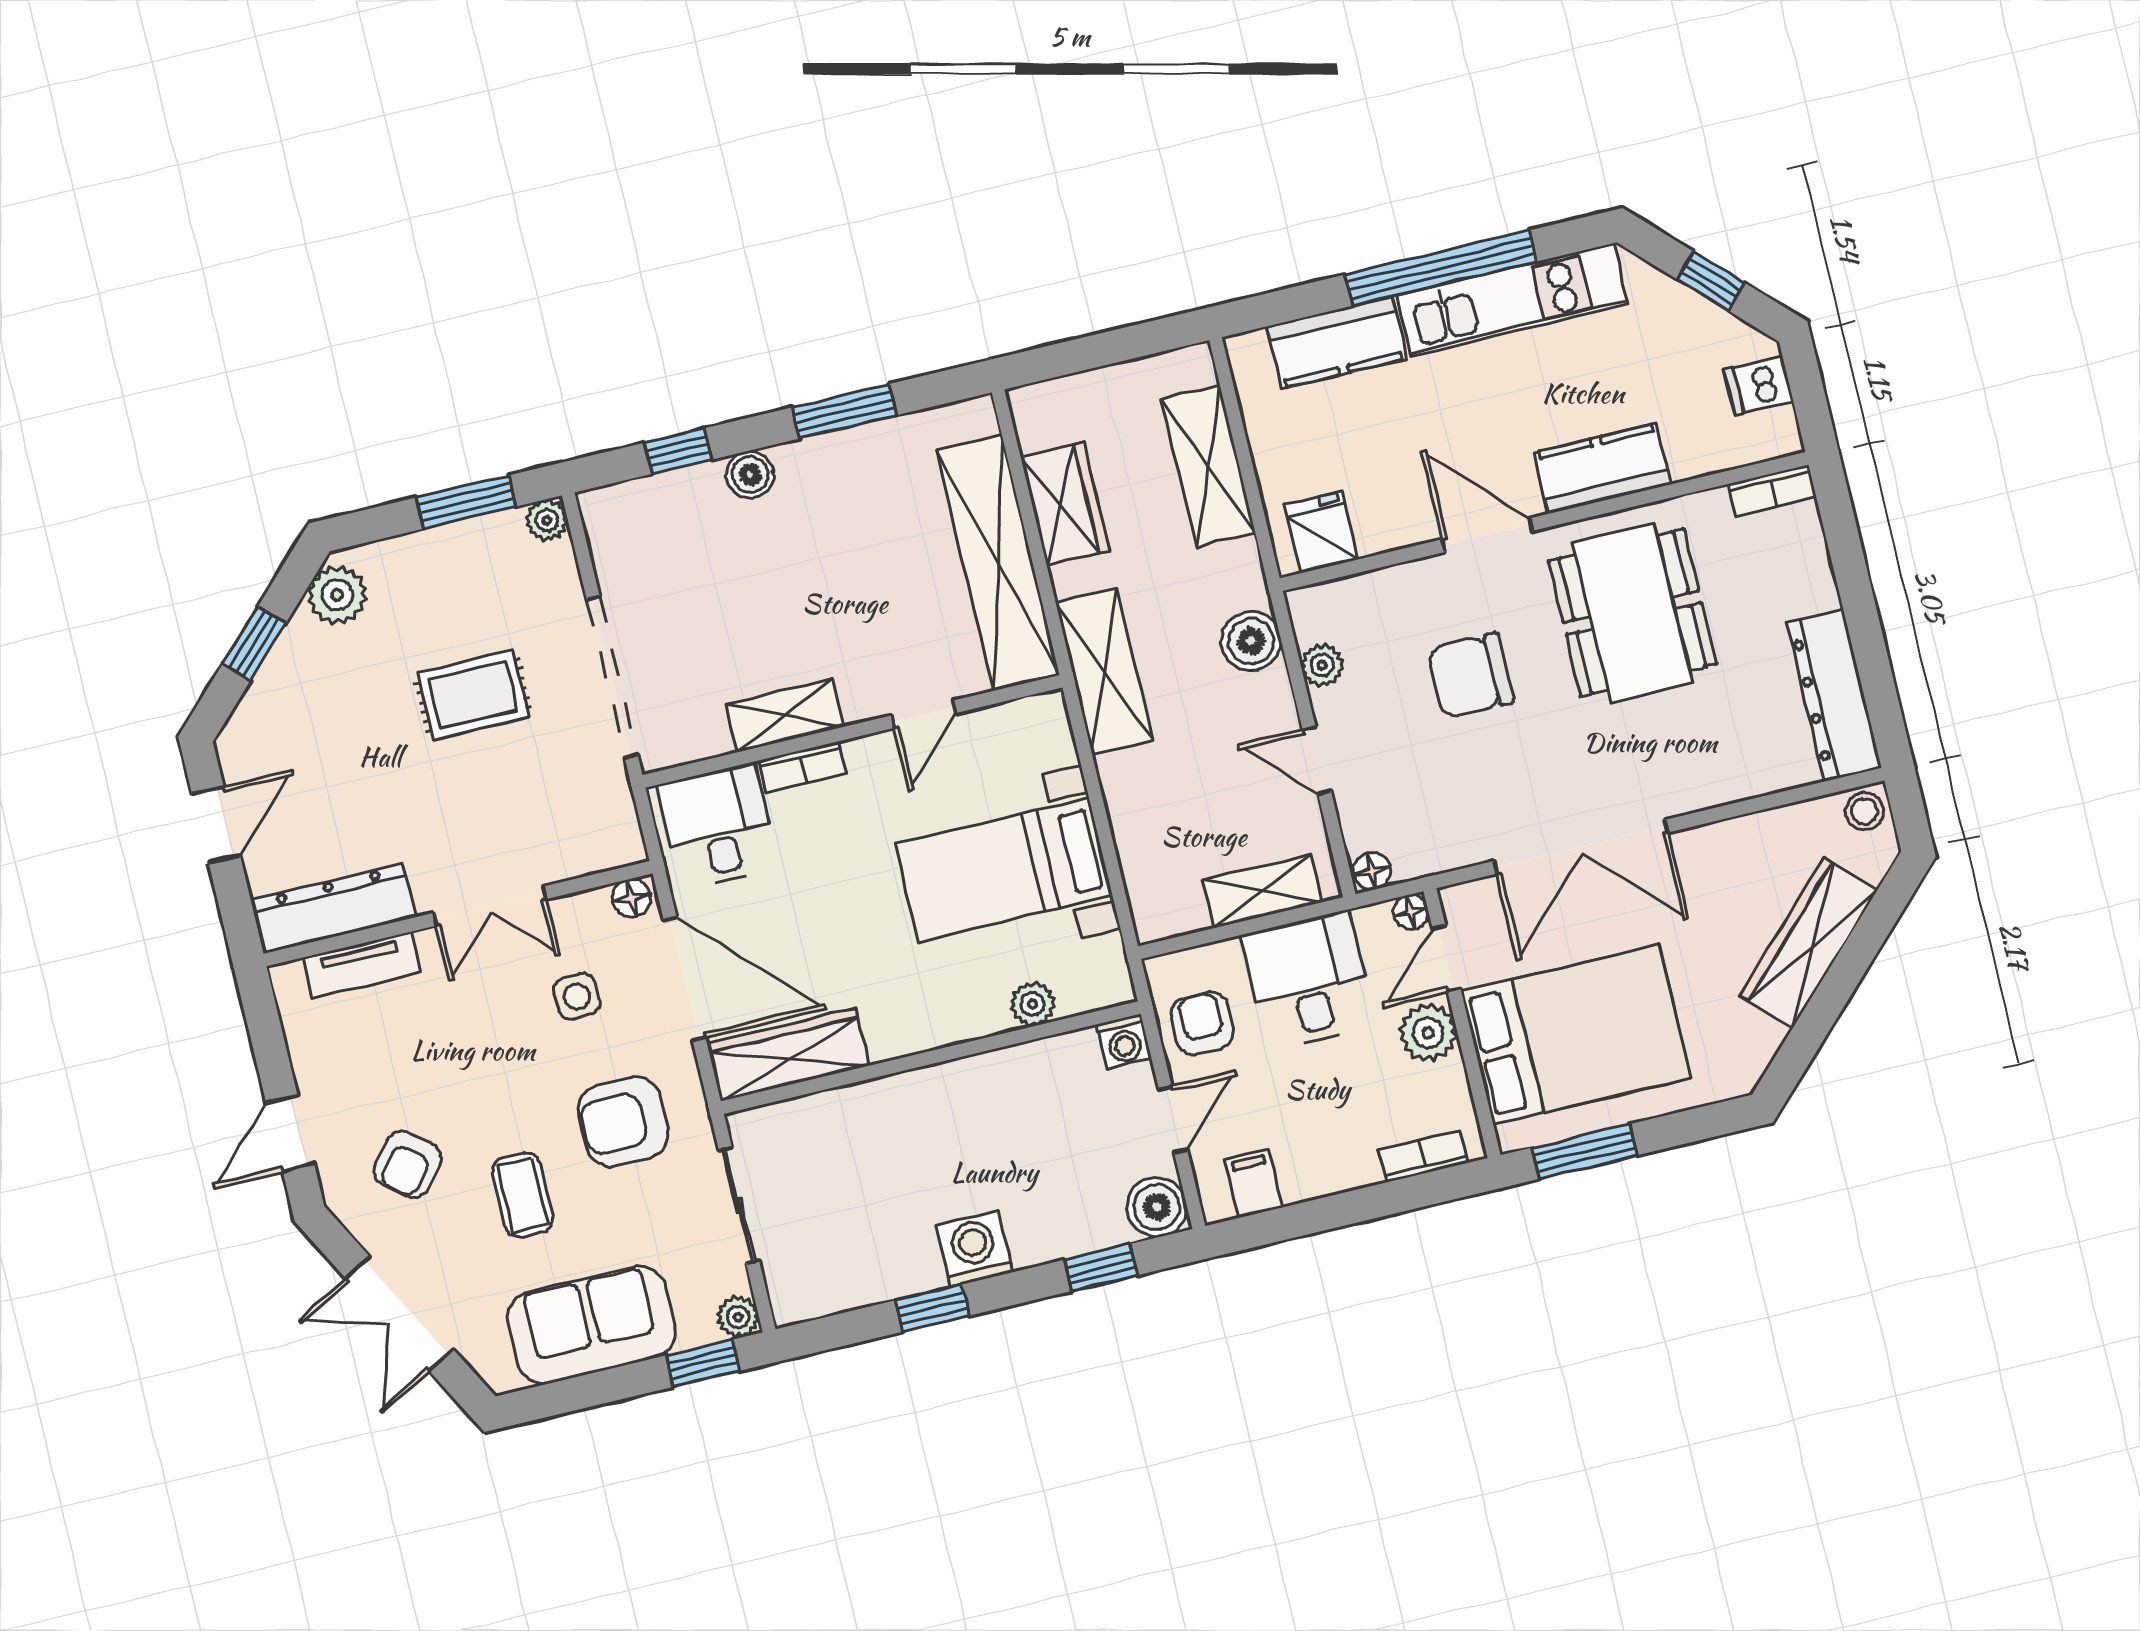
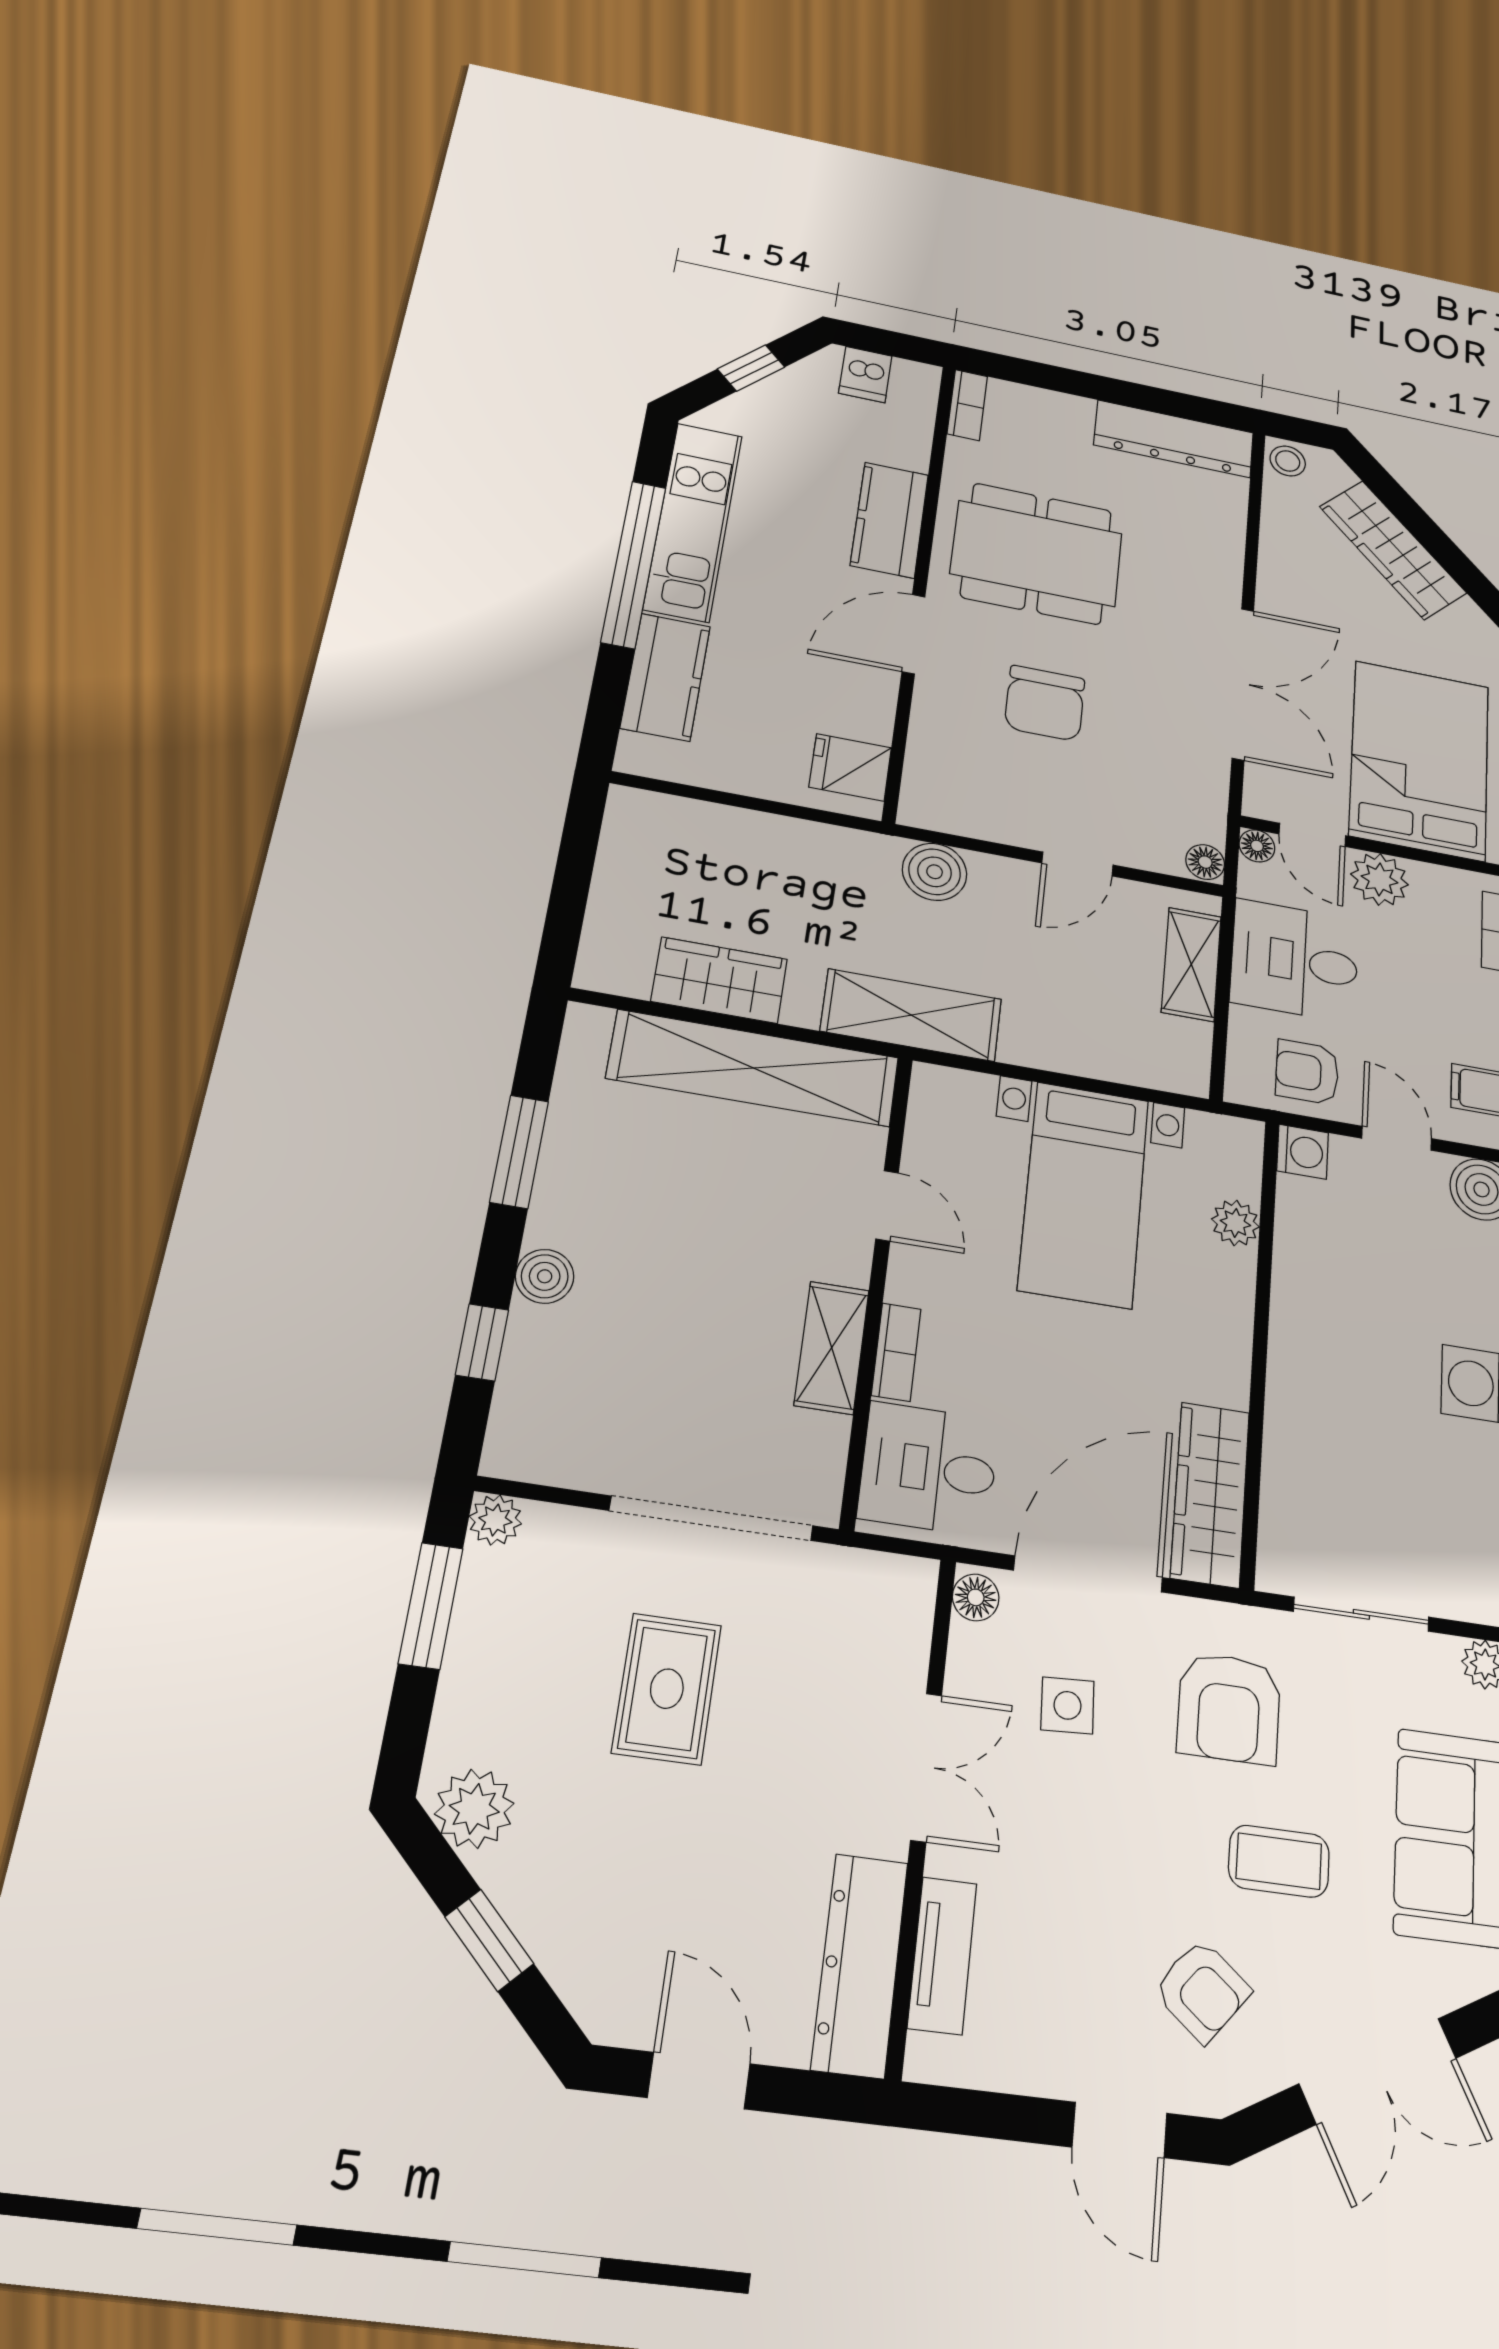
shelving: (1208, 466) -> (739, 836), removed
plant: (1322, 665) -> (984, 821), removed

